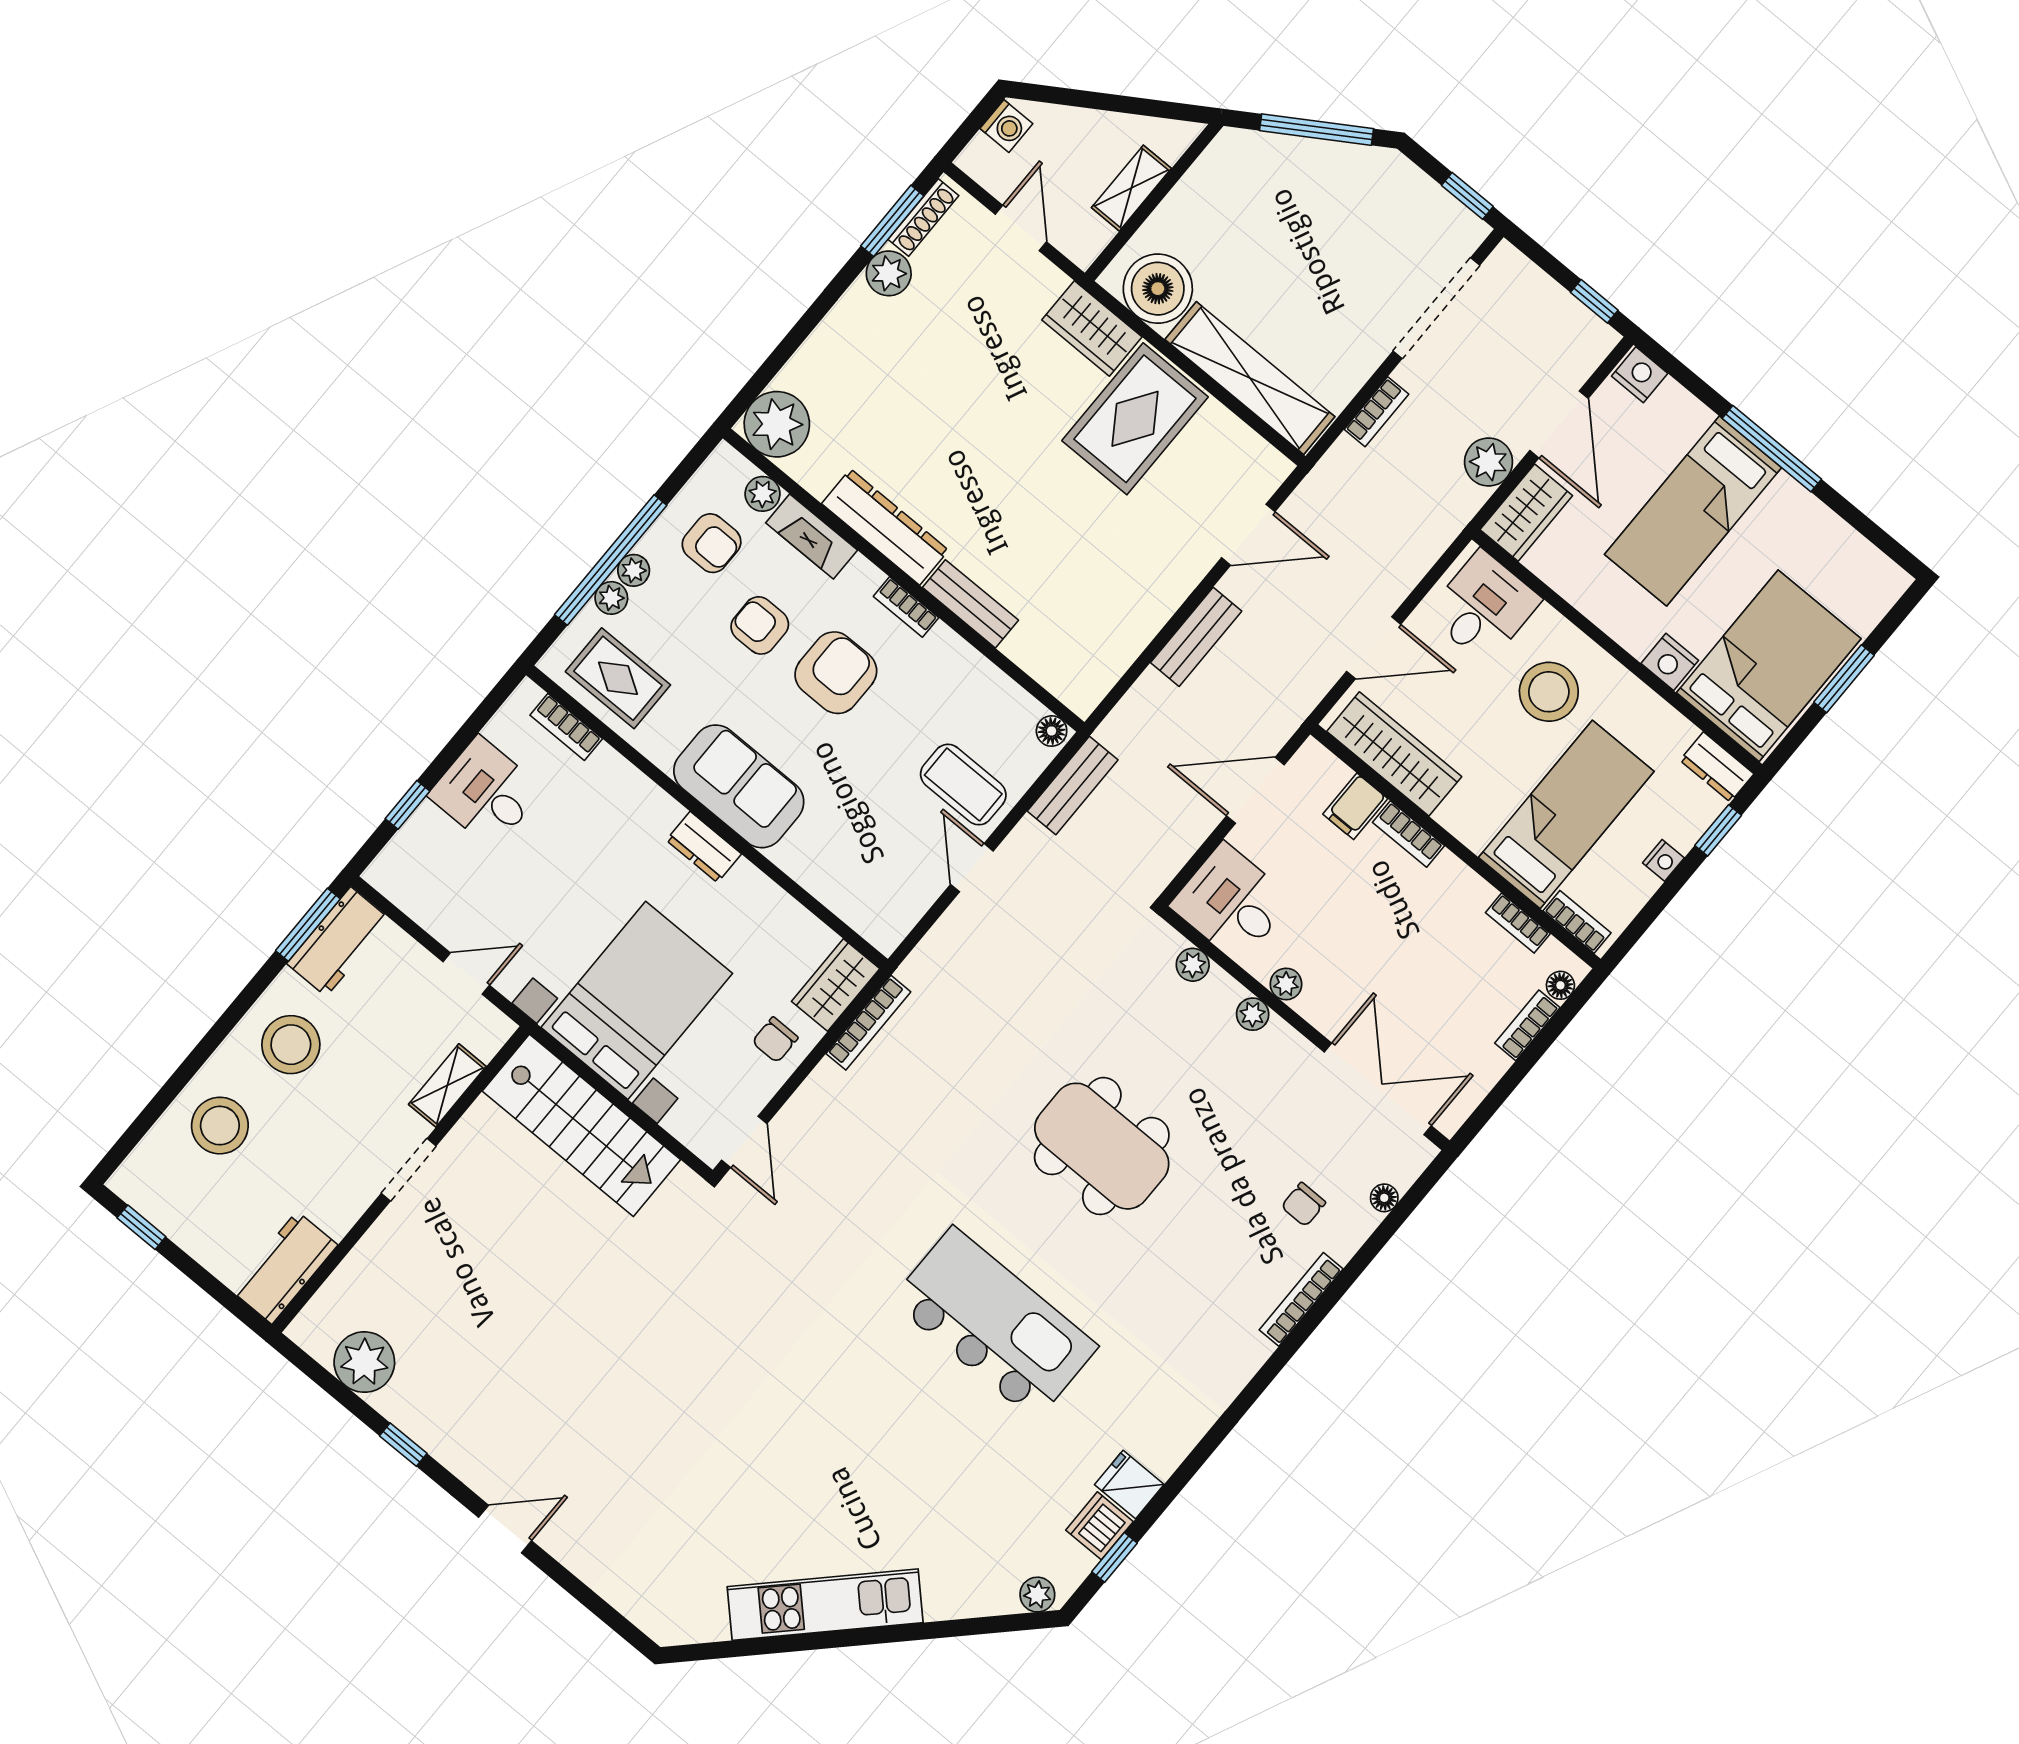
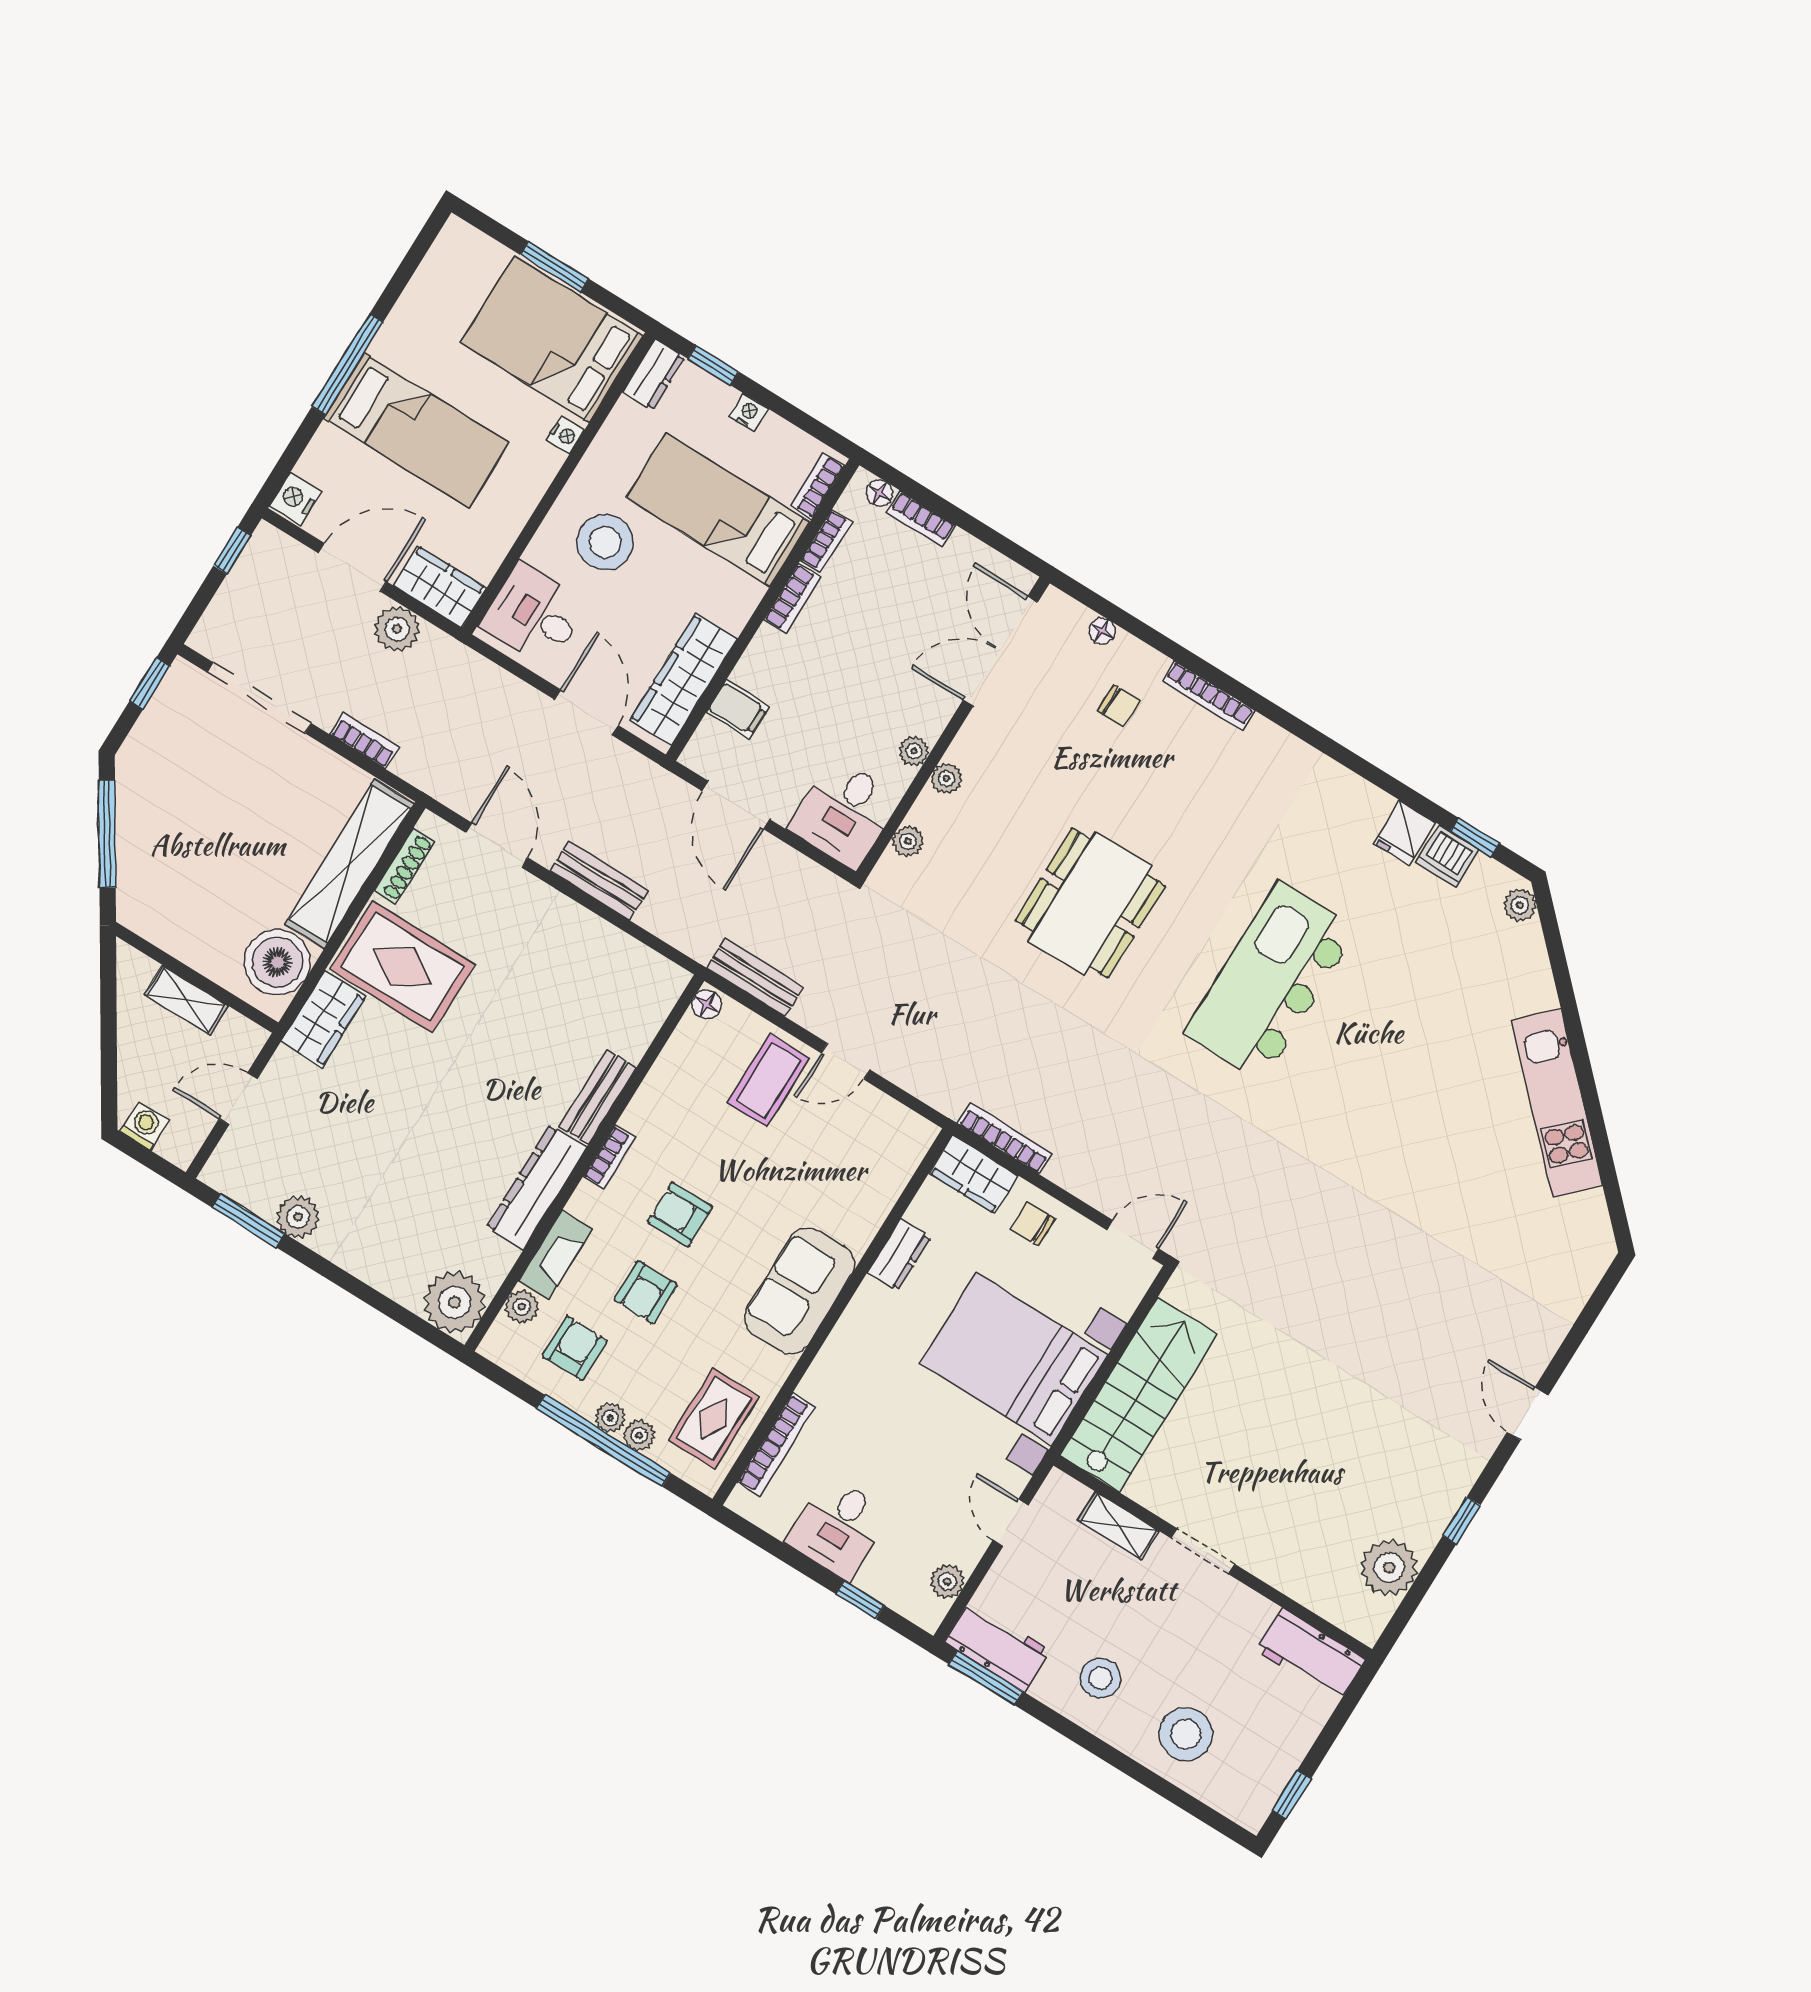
shoe rack: (923, 217) -> (405, 866), moved, turned 90
nightstand: (1670, 662) -> (565, 435), width x0.72, depth x0.74
armchair: (836, 673) -> (680, 1215), width x0.72, depth x0.72
bookcase: (566, 727) -> (776, 1445), width x1.56
bookcase: (1408, 834) -> (792, 599), moved
dresser: (704, 847) -> (899, 1255), moved
plant: (414, 899) -> (947, 1581), added
chair: (775, 1040) -> (1033, 1224), turned 180
stool: (291, 1045) -> (1100, 1678), width x0.73, depth x0.73

